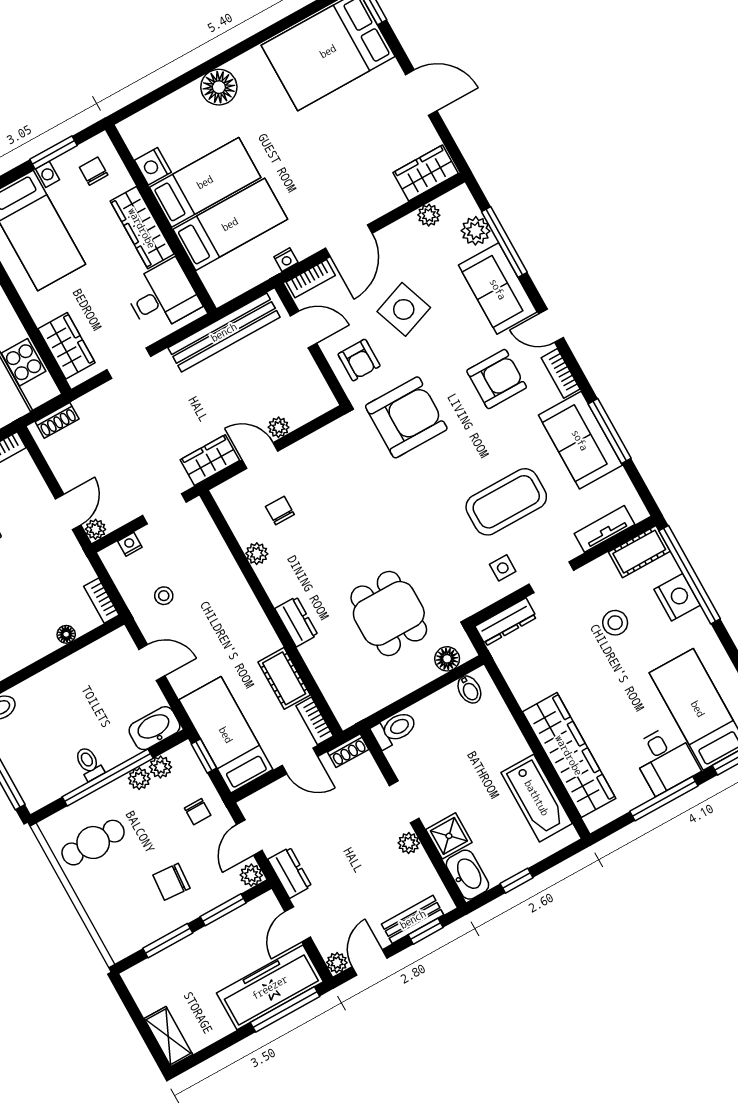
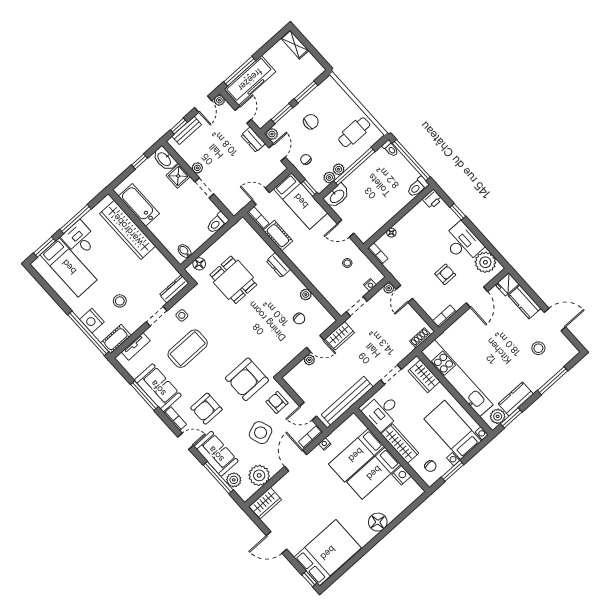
plant: (429, 215) -> (259, 475), width x1.88, depth x1.88
shoe rack: (348, 751) -> (238, 207), removed
toilet: (89, 763) -> (390, 149), moved

